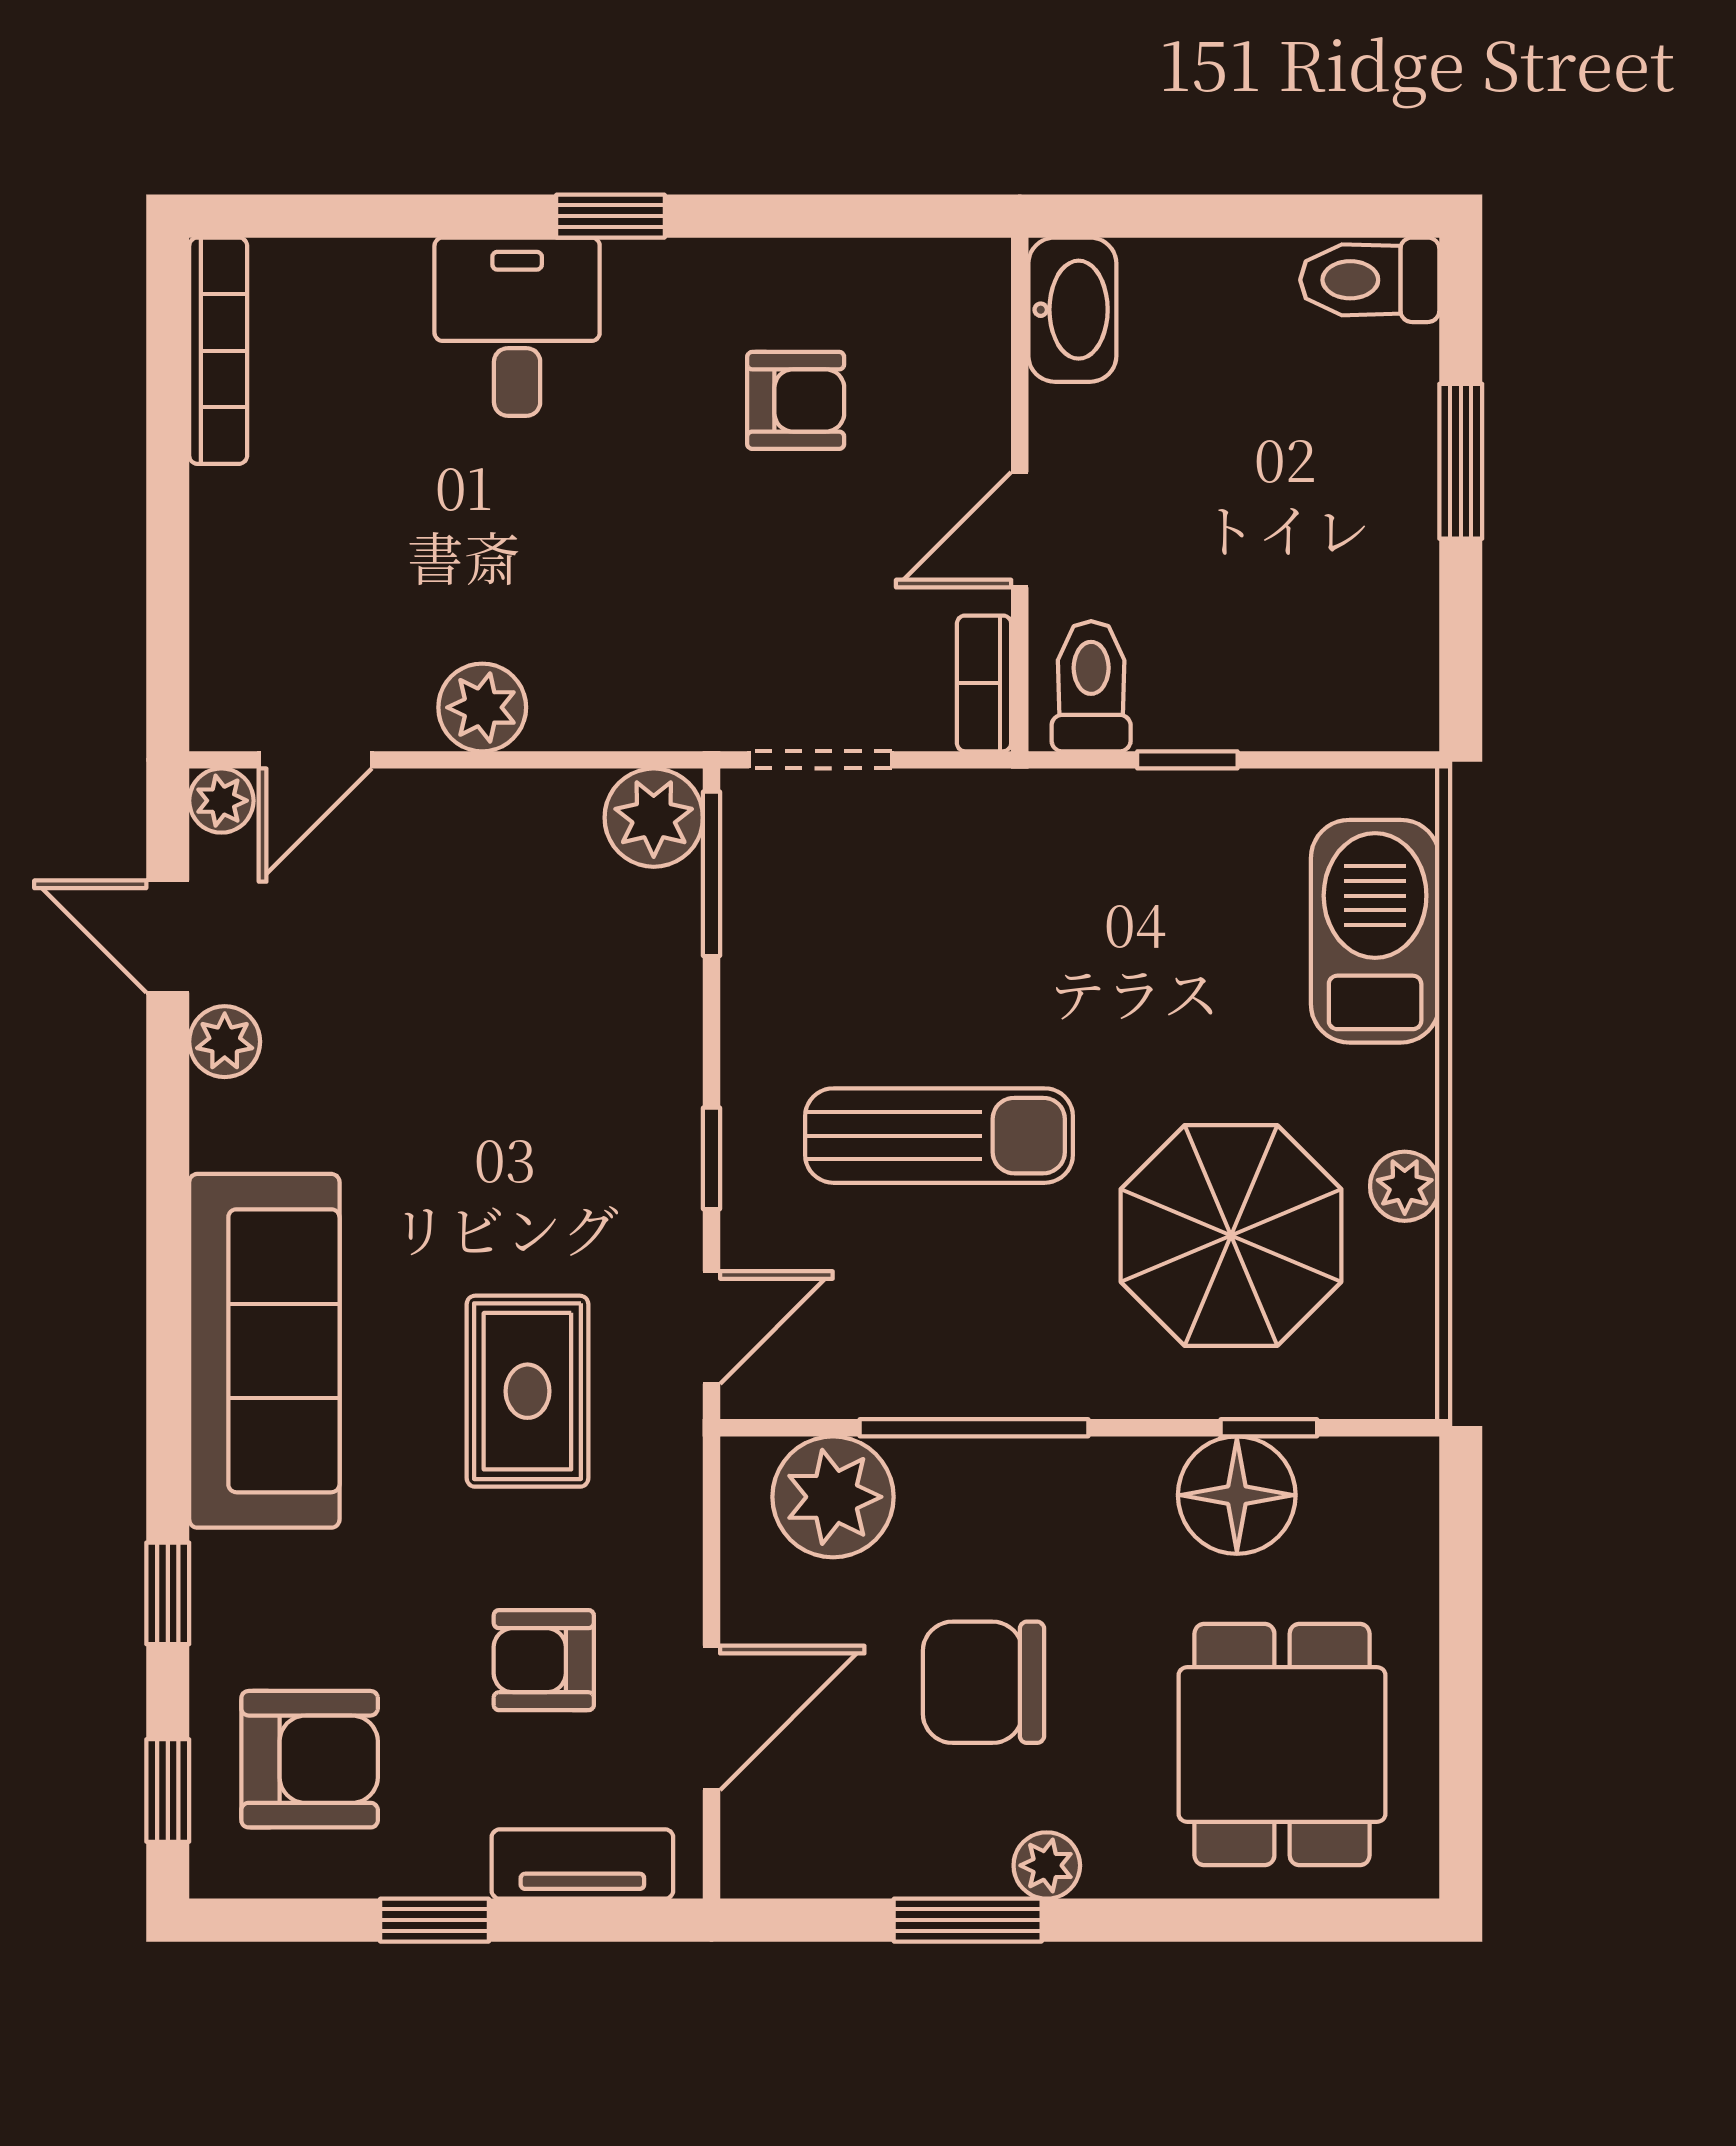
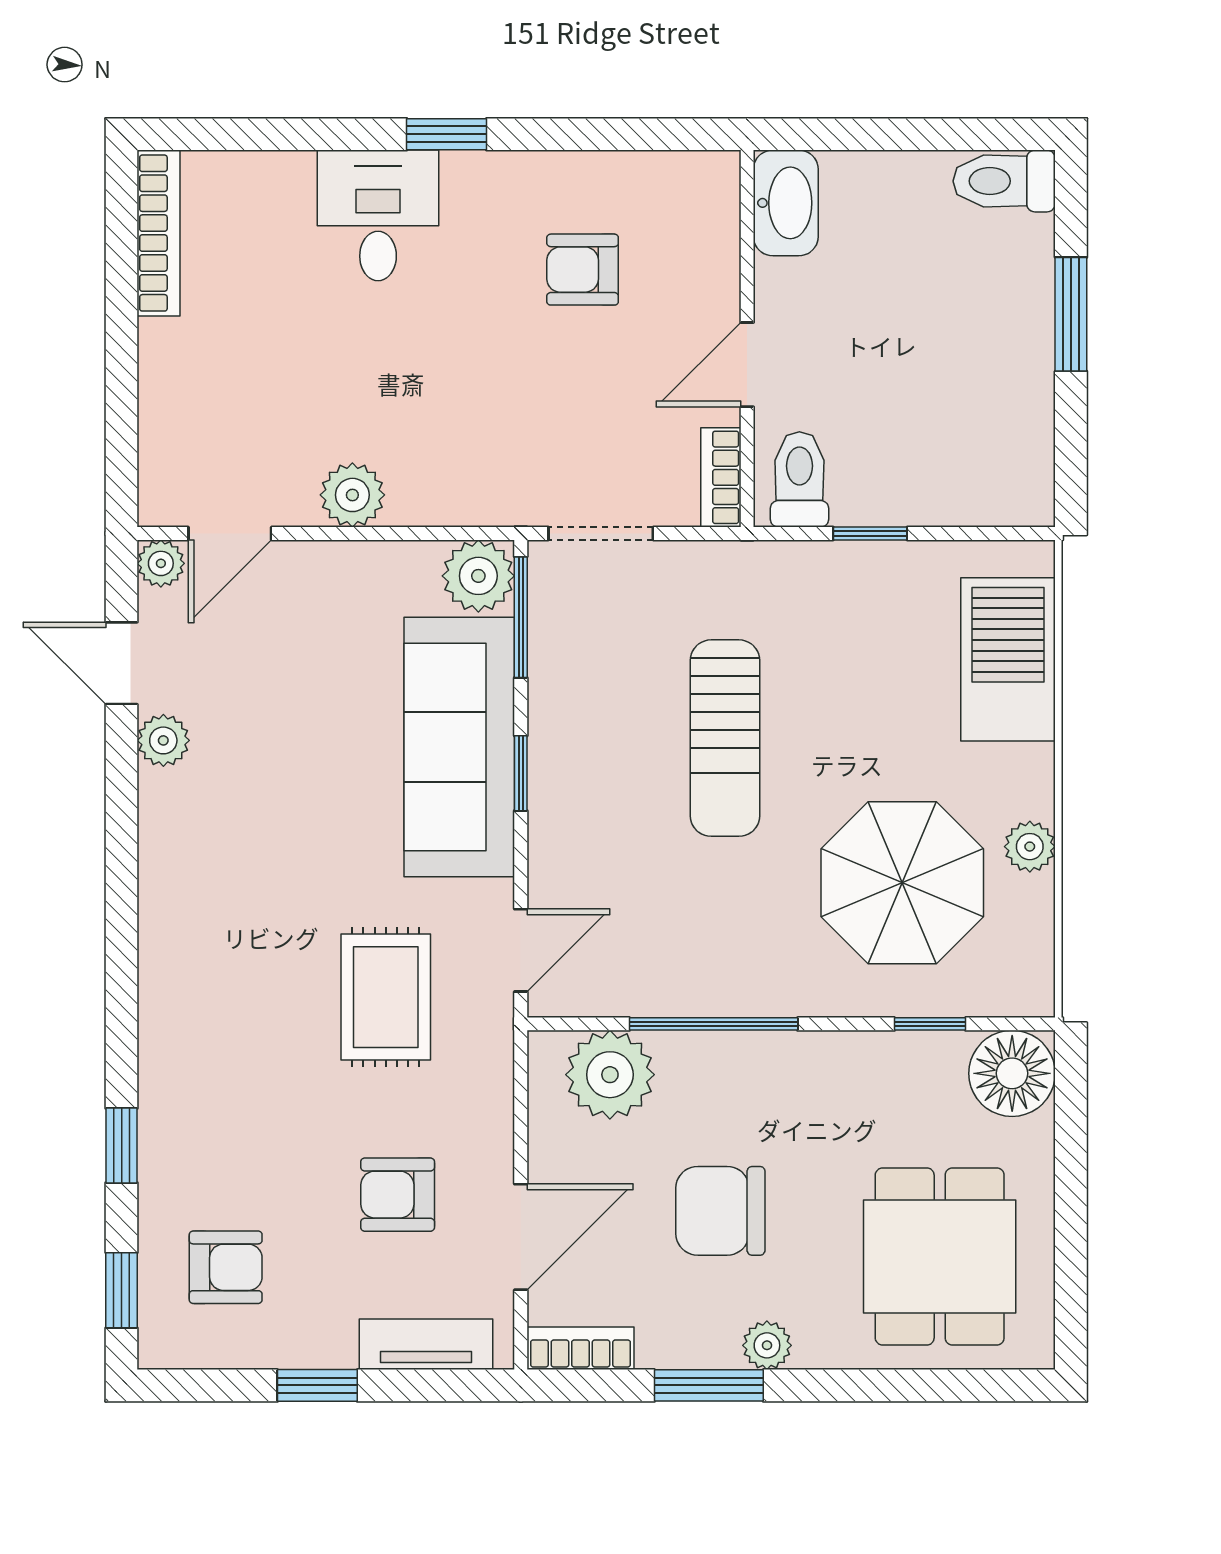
armchair: (796, 400) -> (583, 270), turned 180
sun lounger: (939, 1136) -> (725, 738), moved, turned 90
window: (712, 1158) -> (521, 773), moved
sofa: (264, 1351) -> (459, 747), moved, turned 180
floor lamp: (1237, 1495) -> (1012, 1073), moved
armchair: (310, 1759) -> (226, 1267), width x0.72, depth x0.72
bookcase: (793, 1870) -> (580, 1348), added

